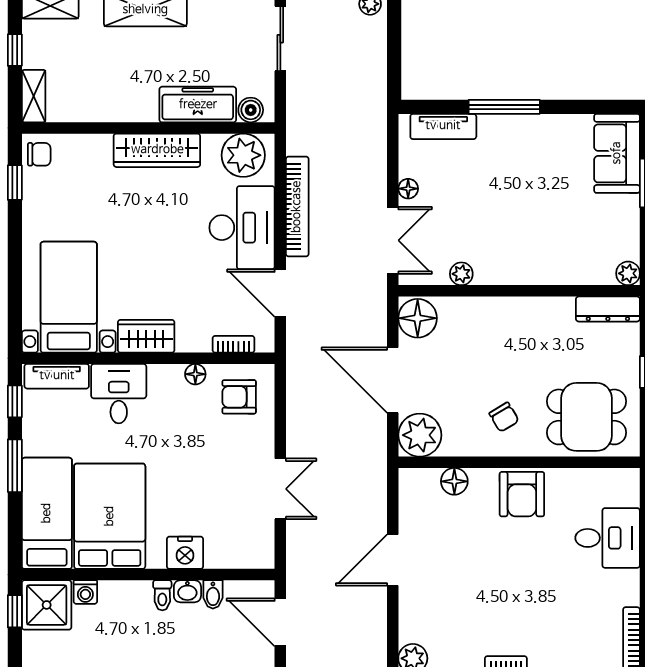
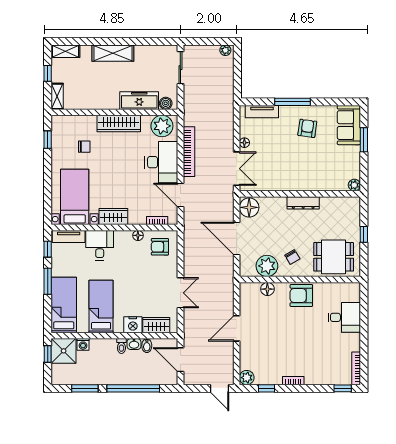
chair: (39, 154) -> (84, 147), moved
armchair: (534, 160) -> (307, 128), added
plant: (461, 274) -> (271, 185), removed
dresser: (608, 309) -> (303, 203), moved
plant: (420, 435) -> (267, 266), moved
armchair: (522, 494) -> (301, 295), turned 90
bed: (110, 516) -> (101, 307), width x0.67
wardrobe: (232, 554) -> (156, 325), added

